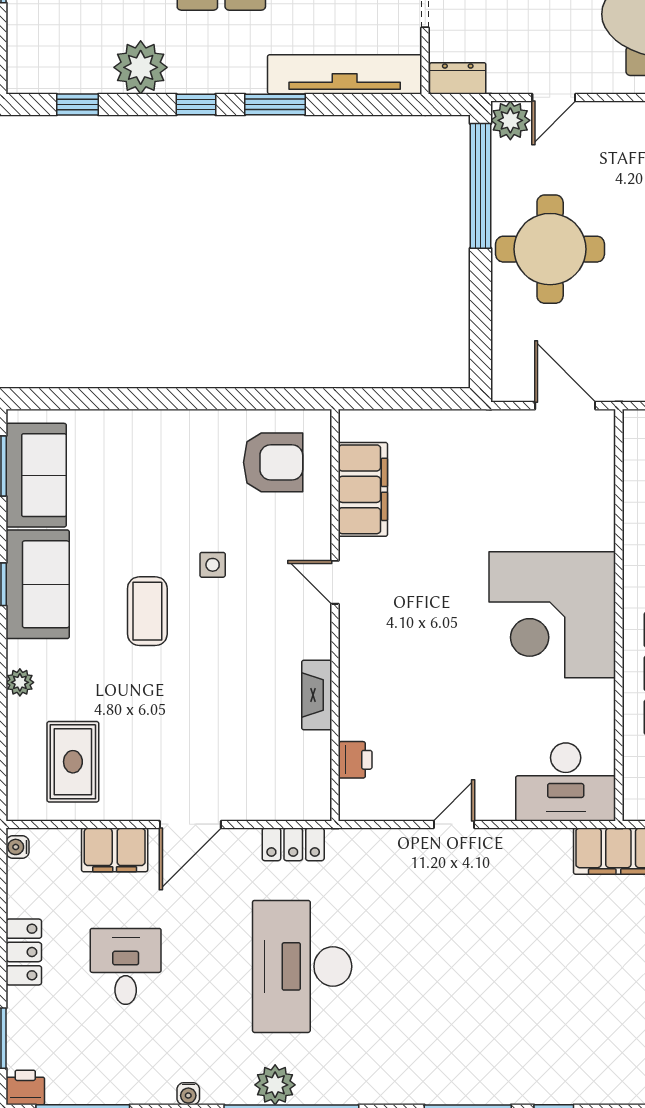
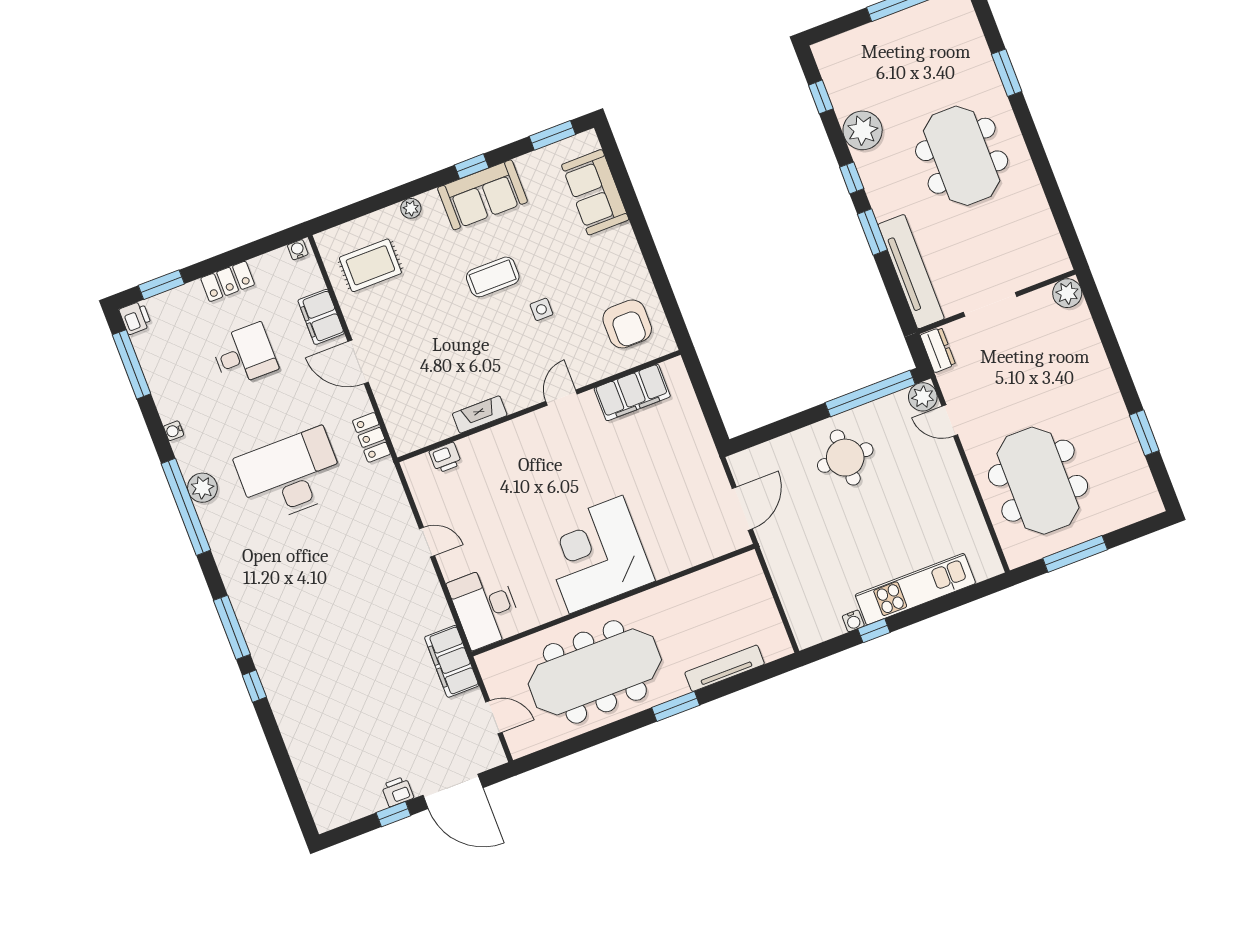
round table: (550, 249) -> (845, 458), width x0.73, depth x0.73
sofa: (36, 475) -> (595, 192), moved, turned 90

